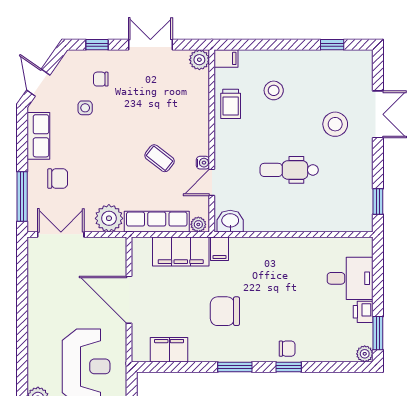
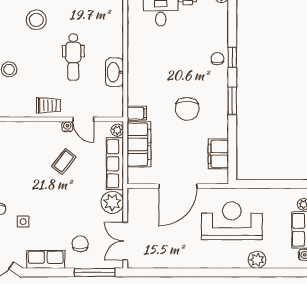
trolley: (231, 104) -> (48, 105), moved
washbasin: (230, 221) -> (114, 72), moved, width x1.38

